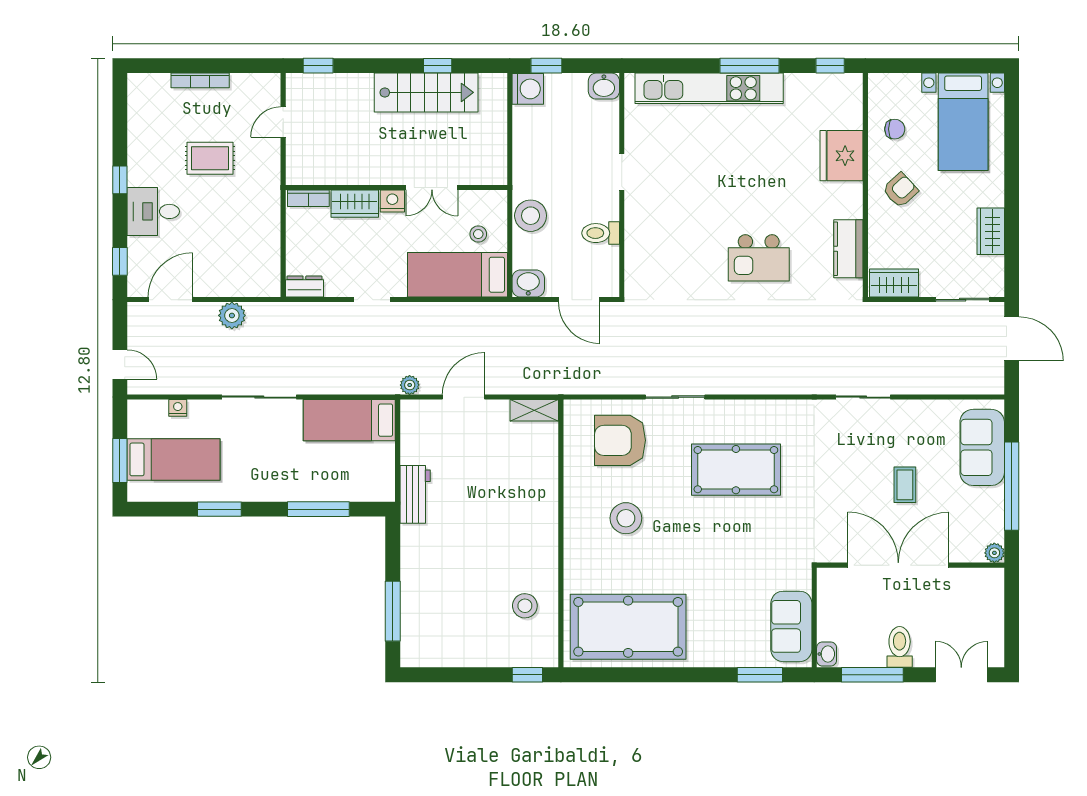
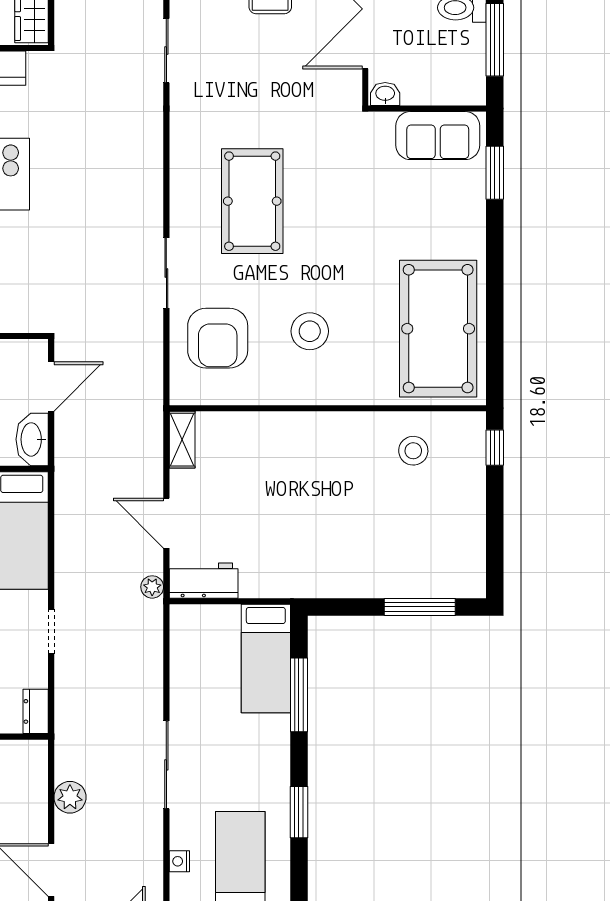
washbasin: (528, 284) -> (32, 439), width x1.38
bed: (349, 420) -> (266, 658), moved
workbench: (415, 494) -> (204, 581), moved
washbasin: (827, 654) -> (385, 94), moved

